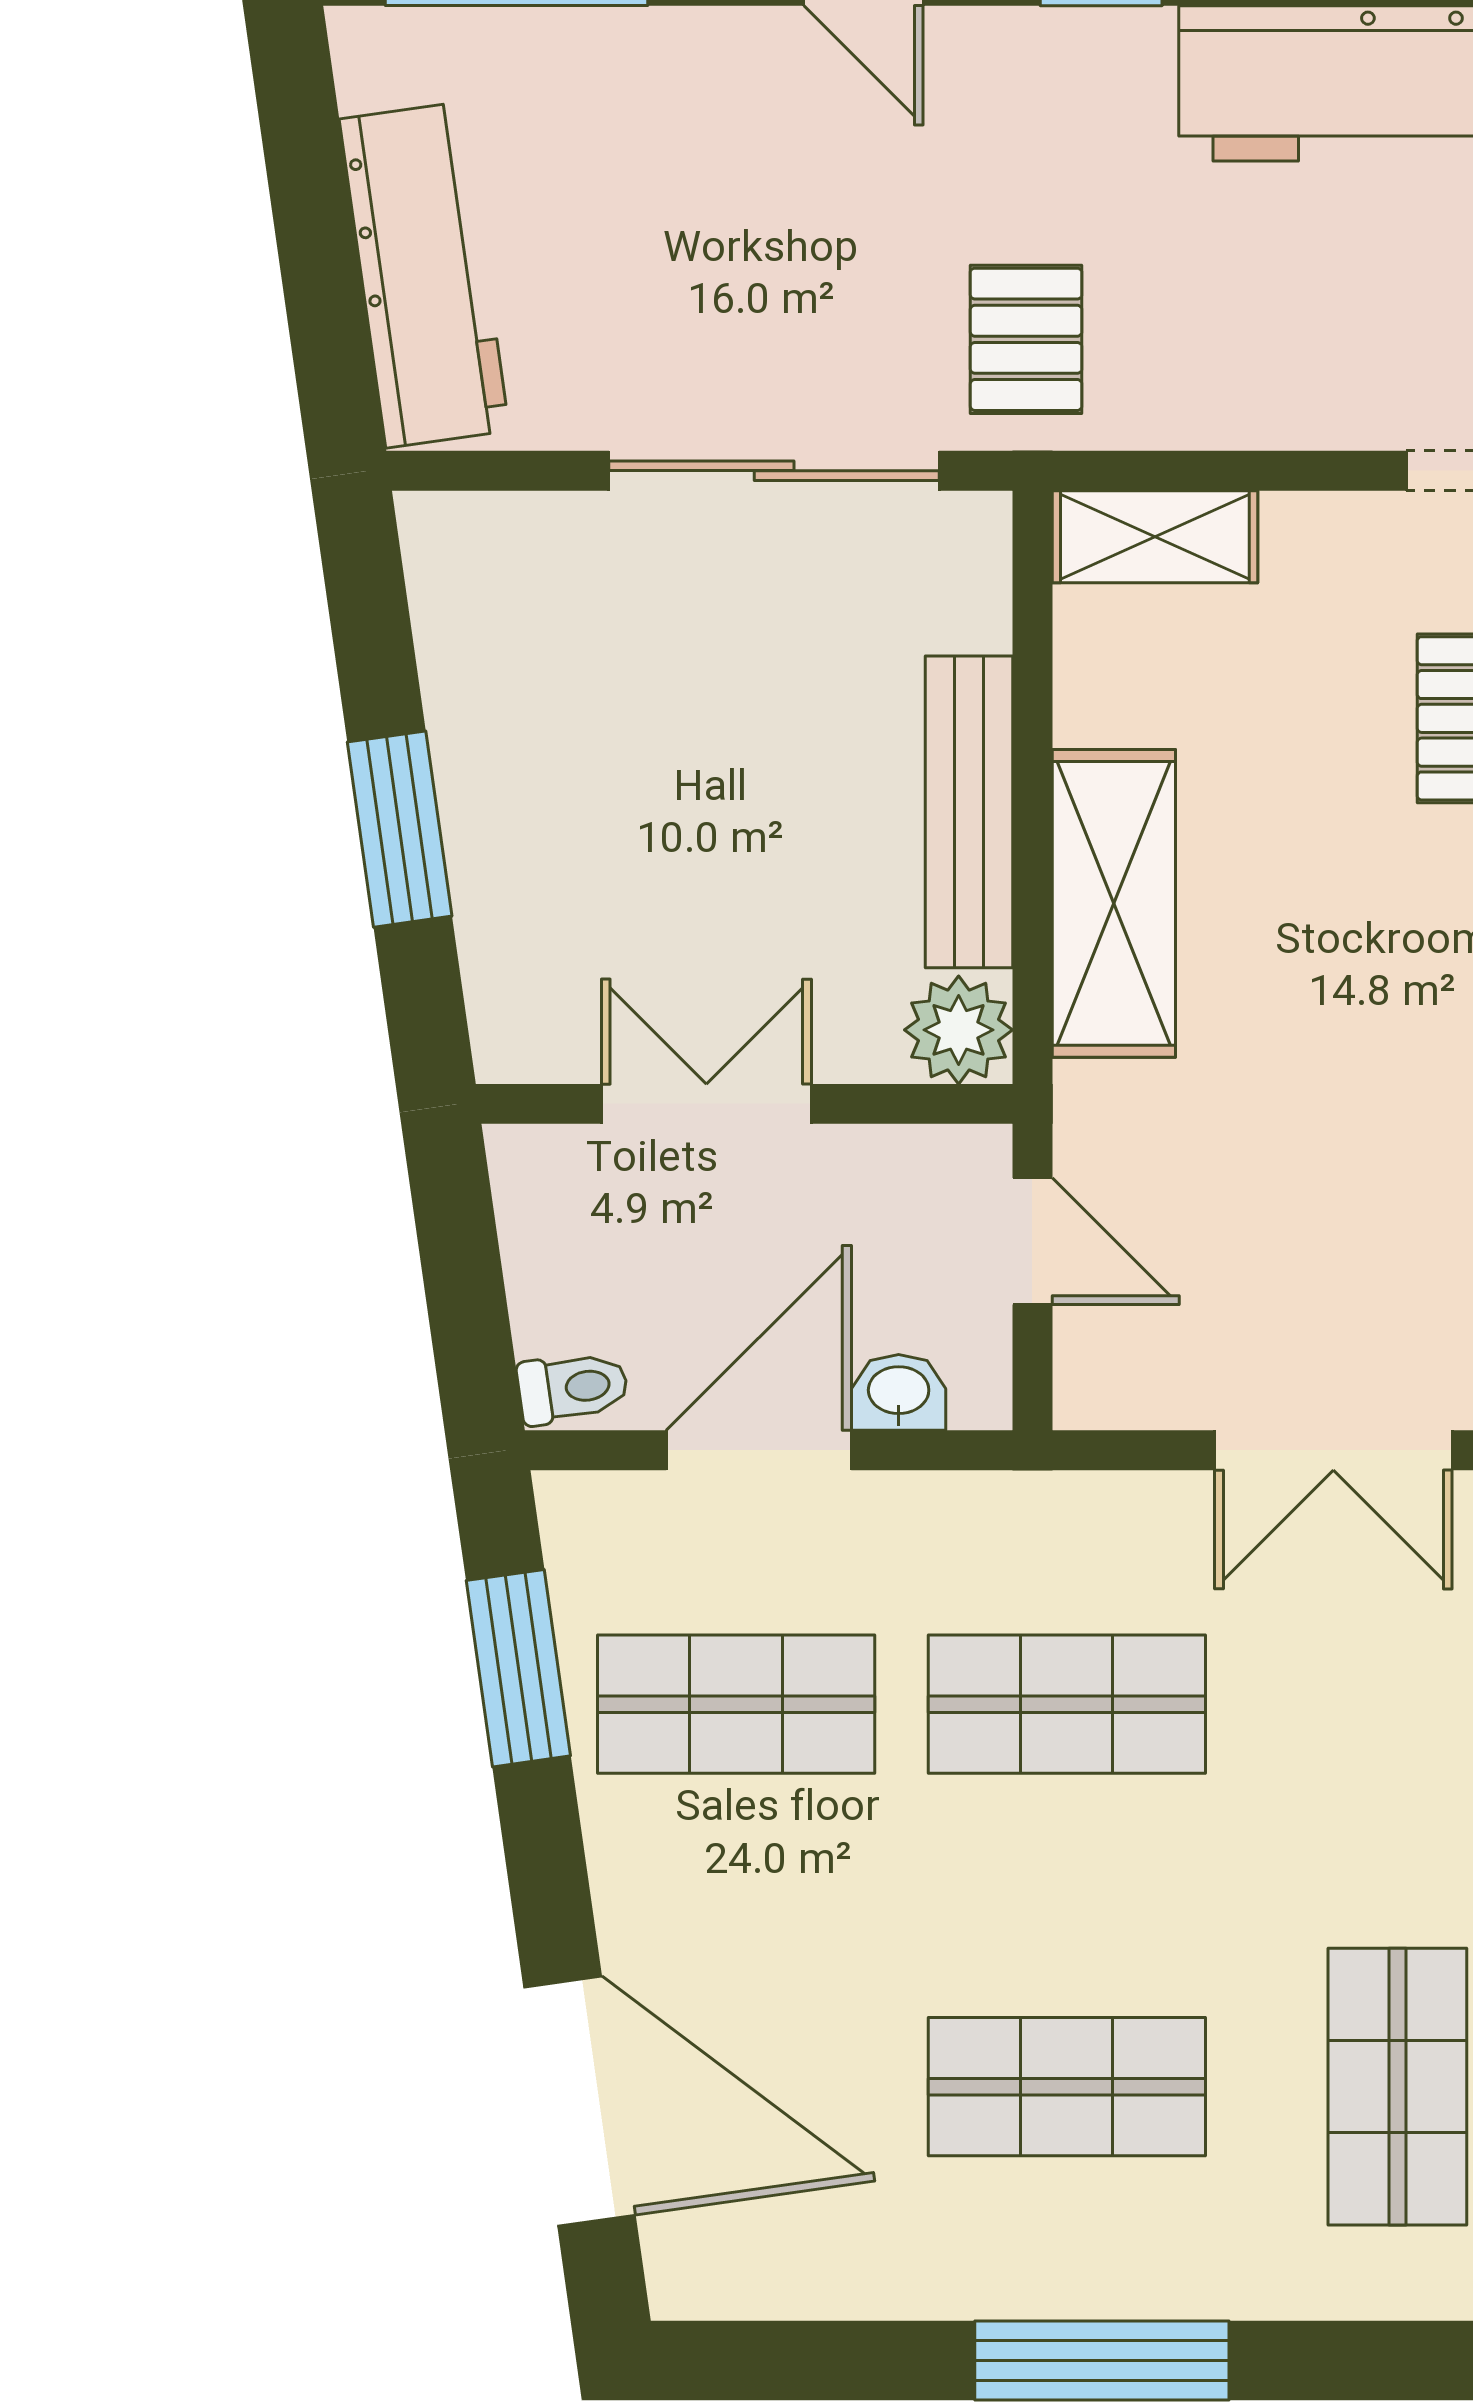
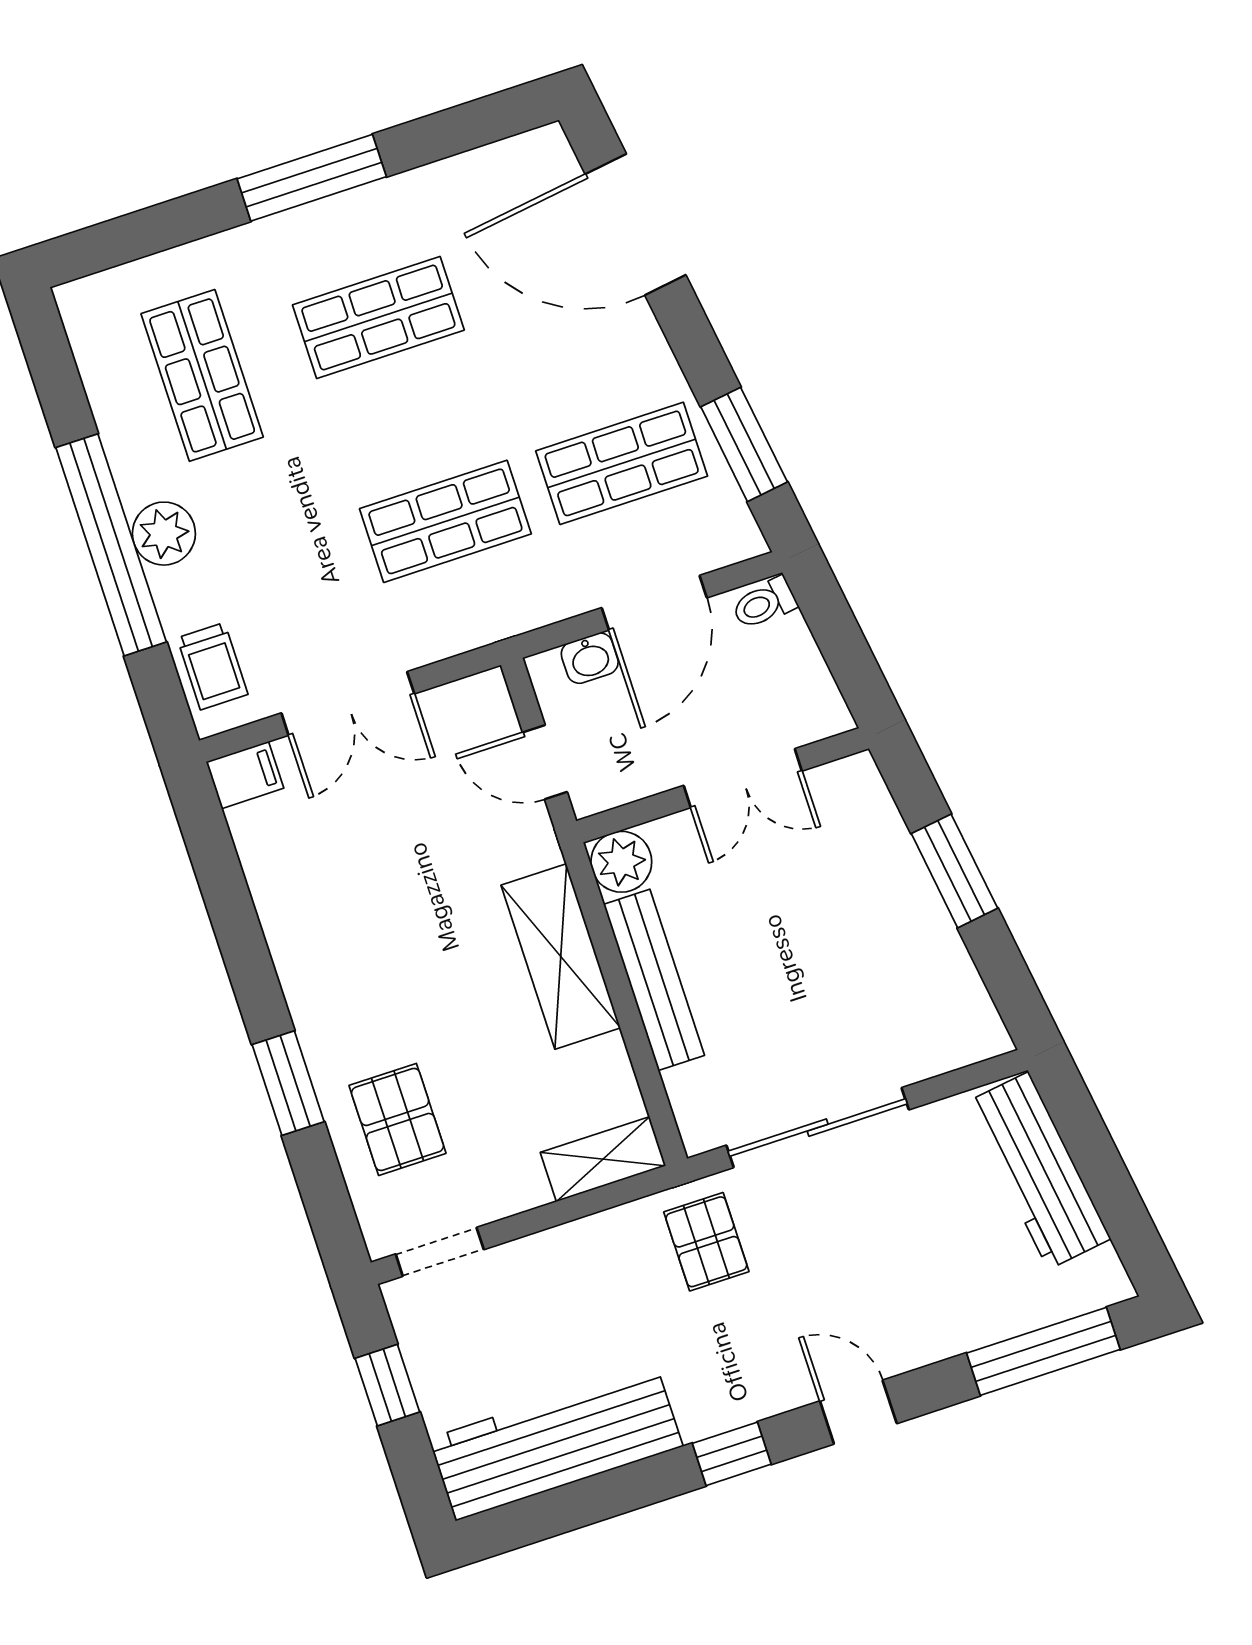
double door: (1333, 1450) -> (348, 703), swing flipped

